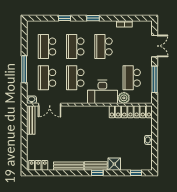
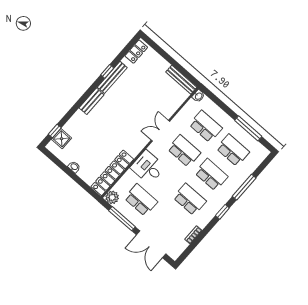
window: (65, 18) -> (244, 187), width x2.17
double door: (155, 46) -> (151, 244), width x1.37
window: (24, 69) -> (248, 128), moved
desk: (102, 92) -> (148, 167), width x0.73
plant: (124, 98) -> (112, 197), moved
double door: (50, 105) -> (160, 131), moved
shower: (114, 164) -> (62, 139), moved
window: (97, 173) -> (107, 71), moved

